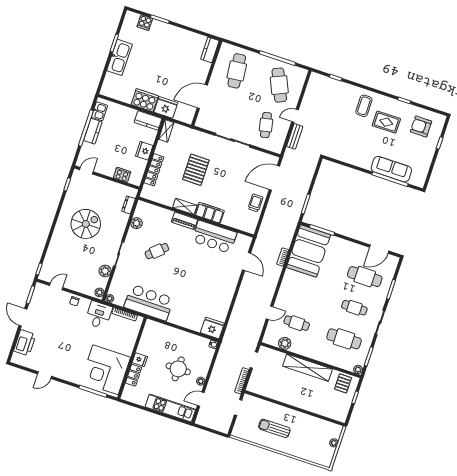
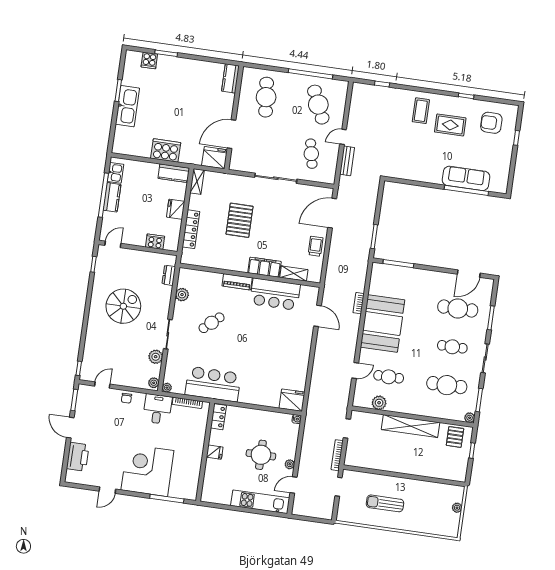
fridge: (166, 108) -> (215, 158), moved
shelving: (185, 206) -> (294, 274), moved
booth: (308, 251) -> (383, 323), moved
corner desk: (105, 370) -> (147, 470), moved, turned 90
locker: (134, 375) -> (218, 417), moved

